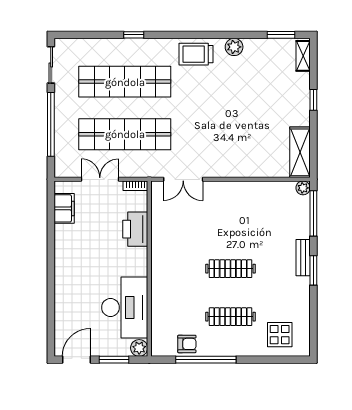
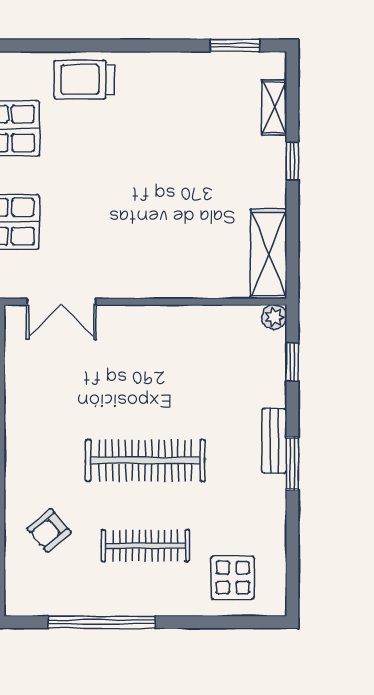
plant: (234, 47) -> (152, 67), removed
shelving: (303, 56) -> (274, 107), moved
window: (313, 213) -> (292, 362), width x0.46
clothes rail: (230, 269) -> (145, 461), width x1.37, depth x1.31
armchair: (187, 344) -> (49, 530), moved, turned 140

